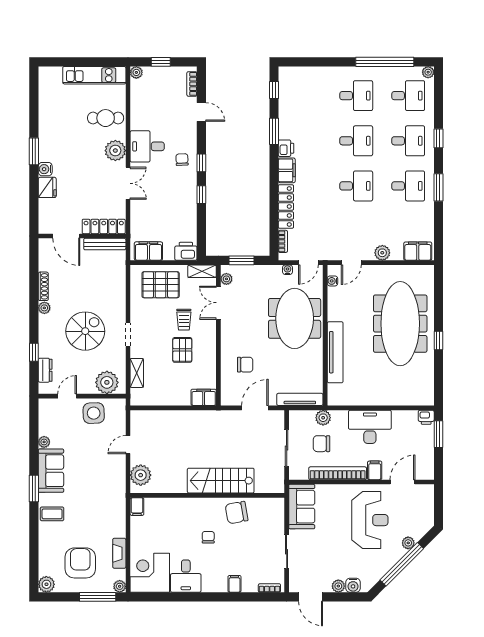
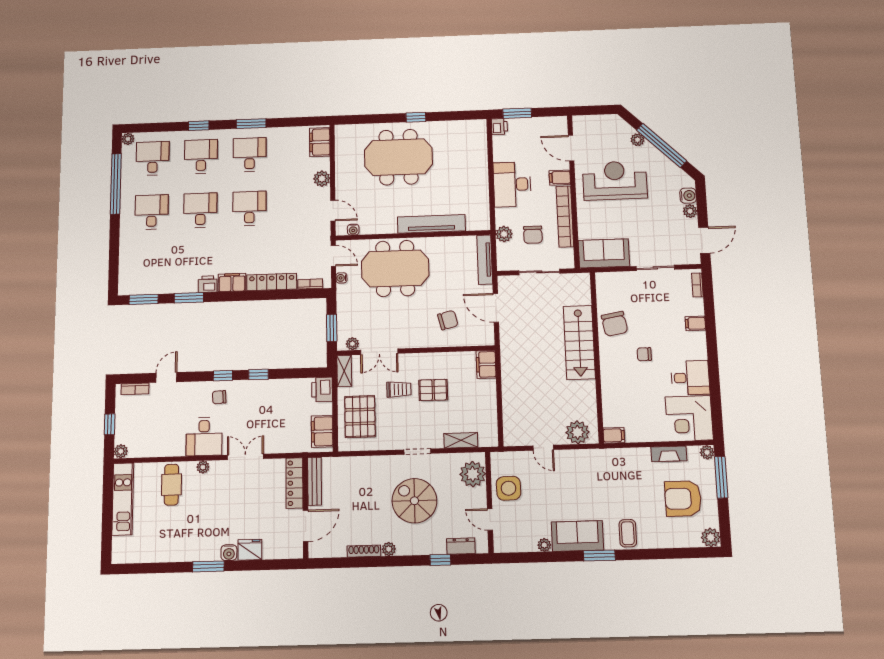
window: (274, 90) -> (144, 299), width x1.50
plant: (115, 151) -> (203, 467), width x0.53, depth x0.53
meeting table: (400, 324) -> (398, 157), width x0.73
chair: (245, 365) -> (448, 320), turned 76

